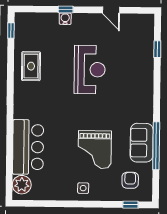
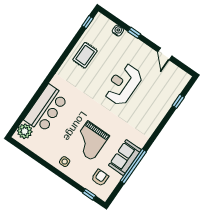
water cooler: (65, 19) -> (118, 31), moved
reception desk: (90, 70) -> (123, 84), turned 180

